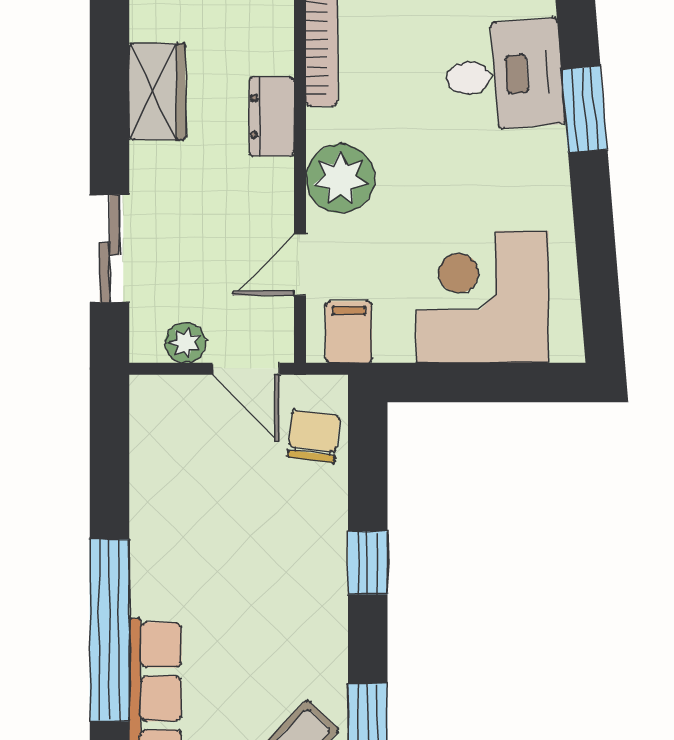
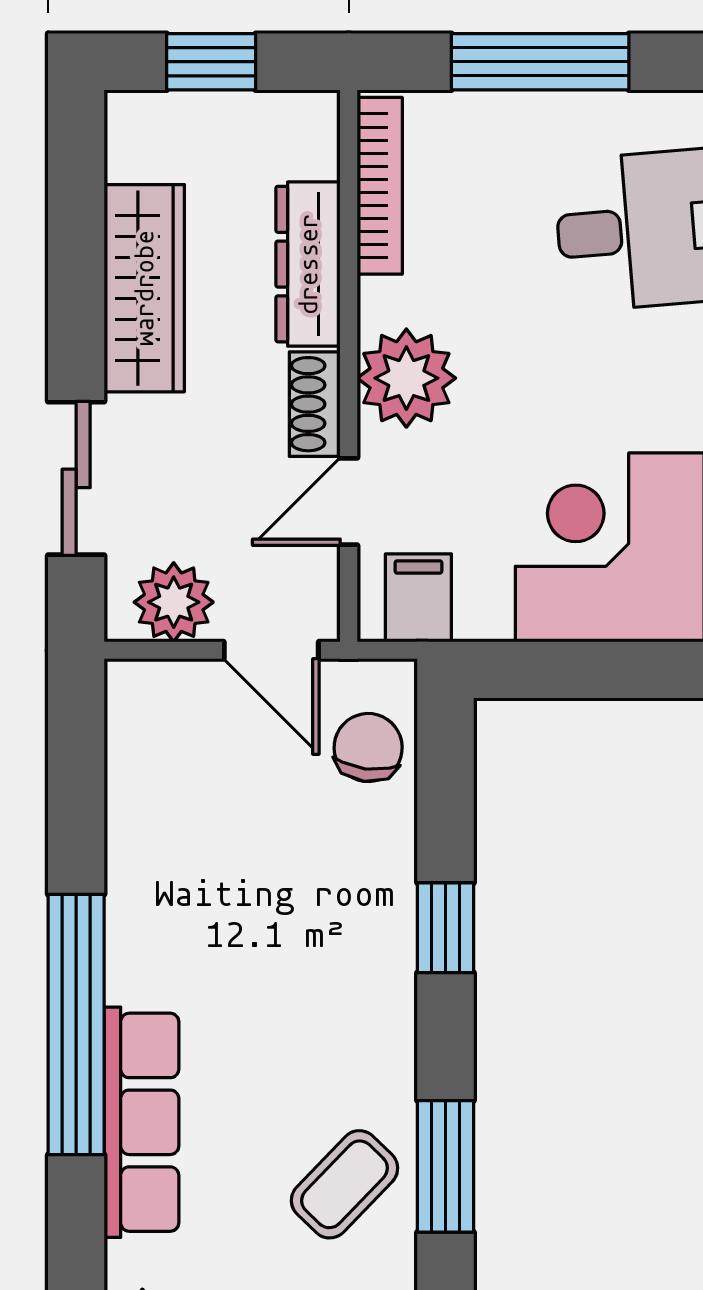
wardrobe: (157, 92) -> (144, 288), width x1.50
dresser: (272, 116) -> (308, 264), width x1.44
shoe rack: (276, 197) -> (315, 404), added
plant: (185, 343) -> (174, 602), width x1.38, depth x1.38

